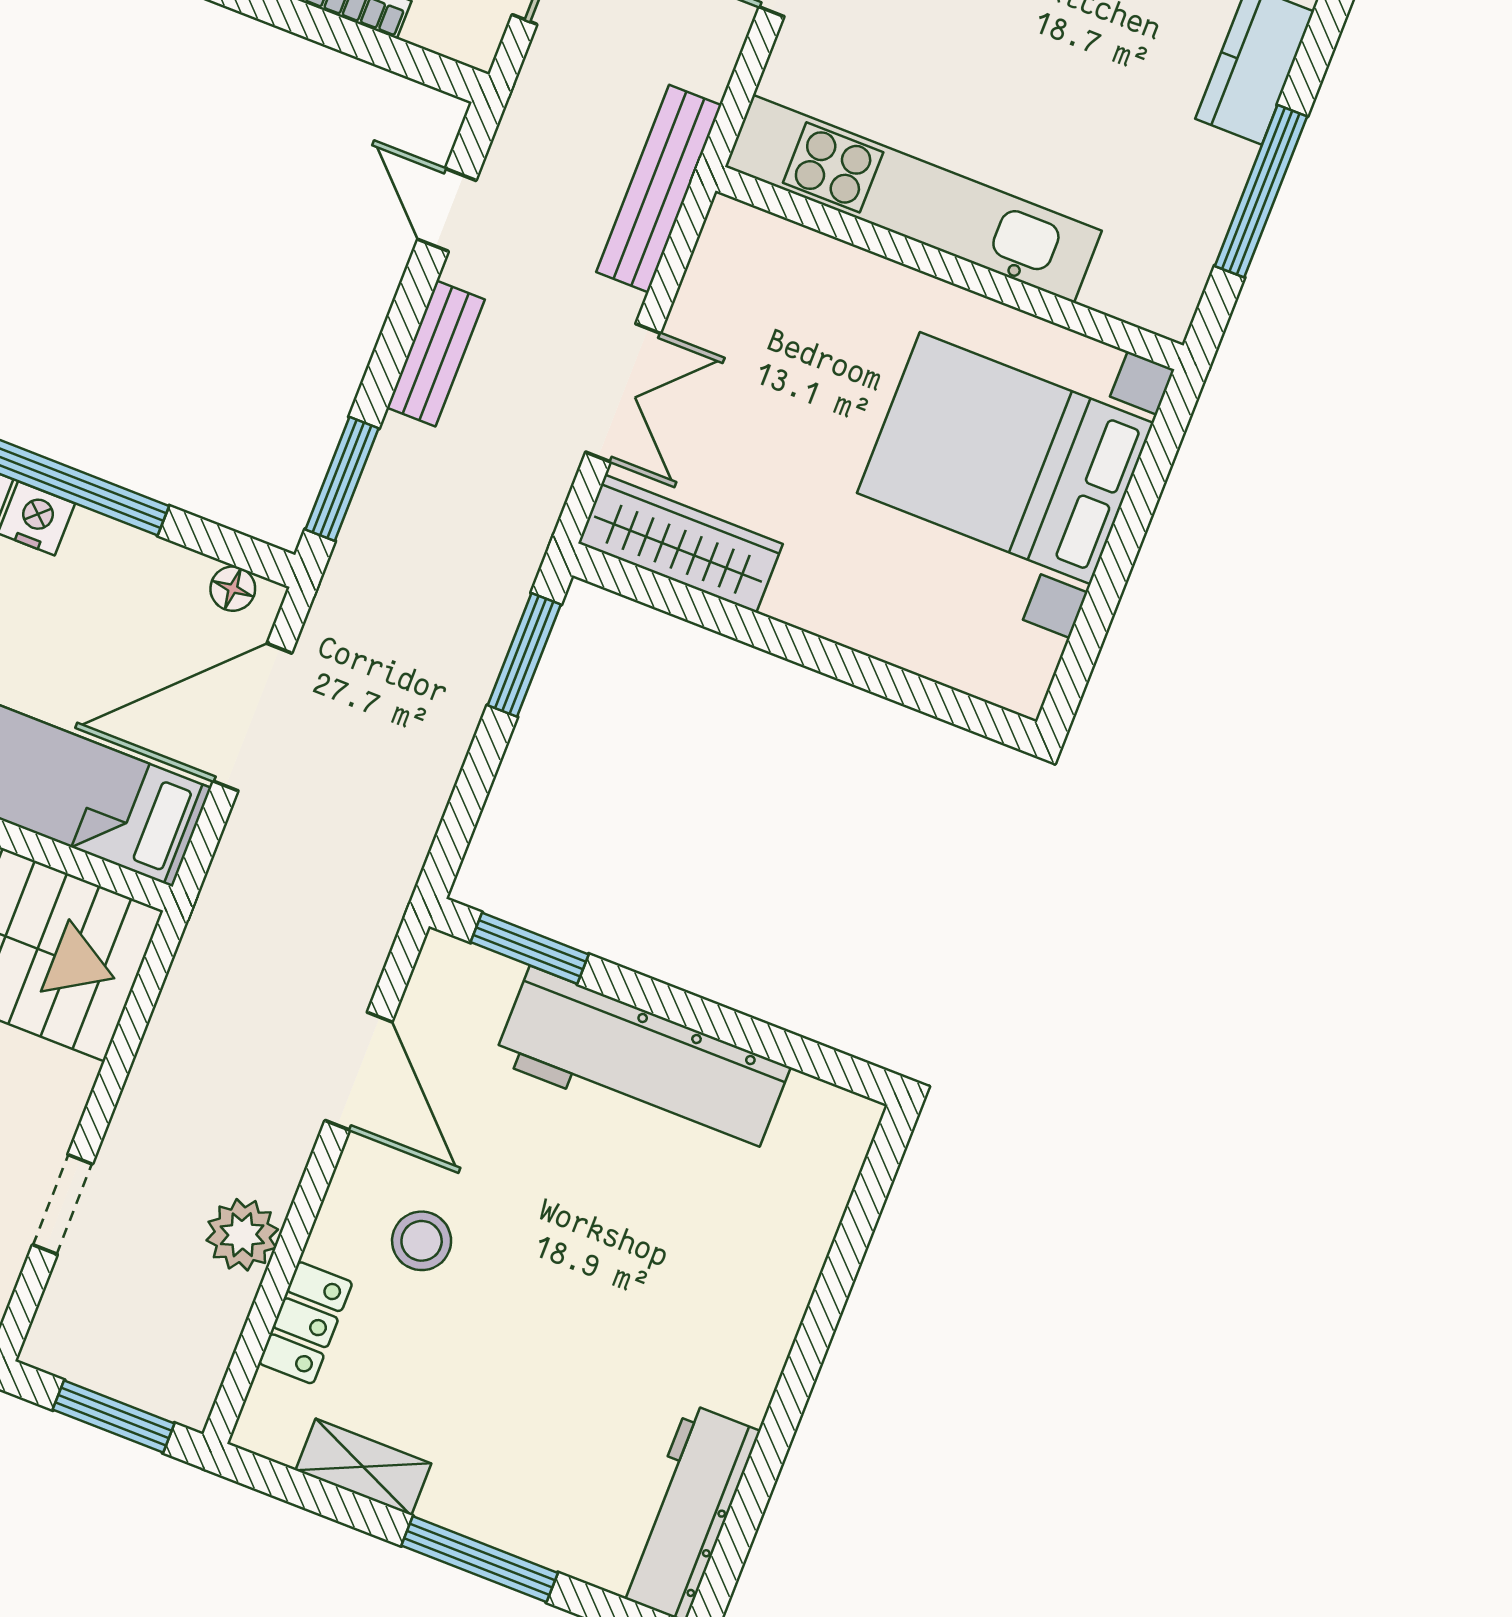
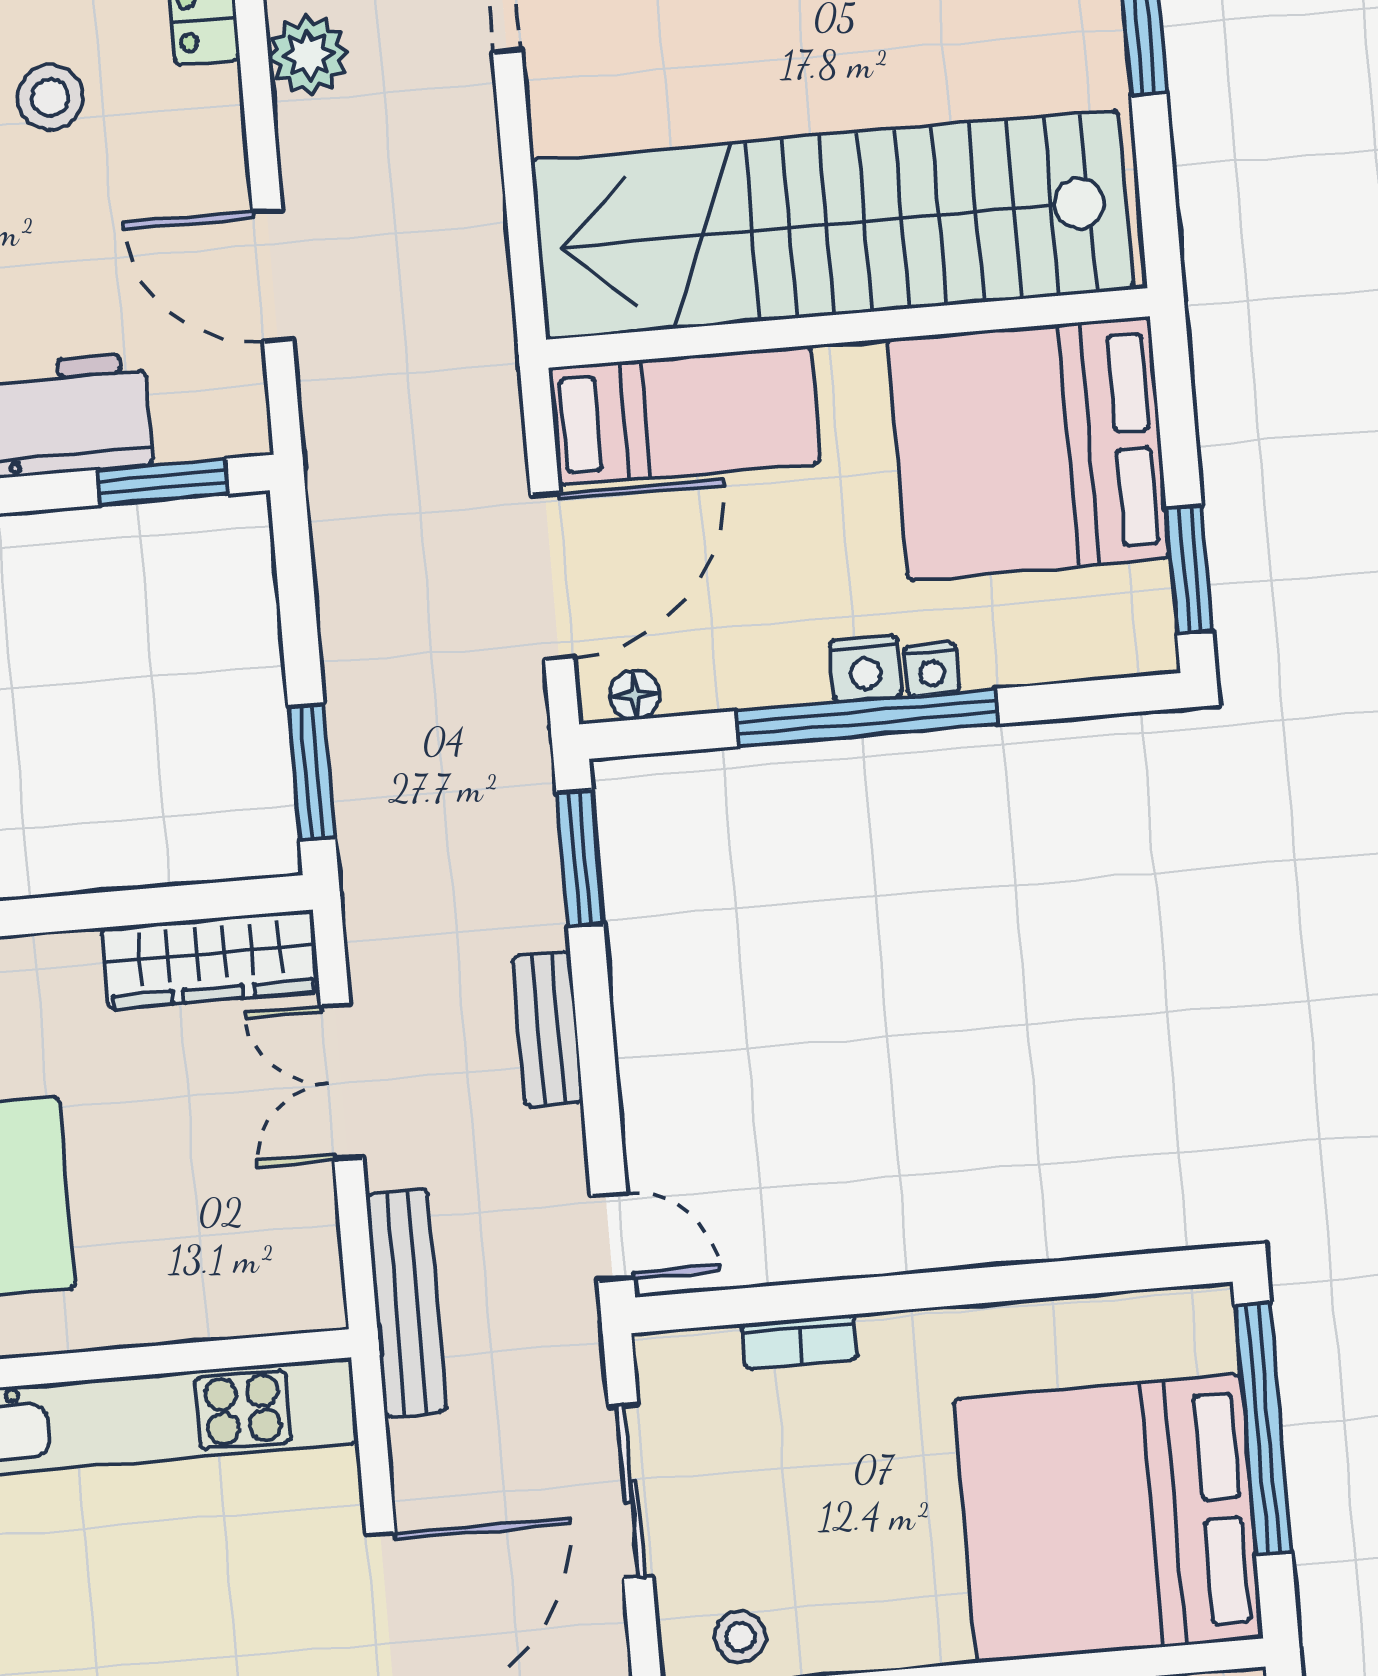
door: (447, 210) -> (612, 1237), moved
stool: (422, 1241) -> (50, 97), moved

